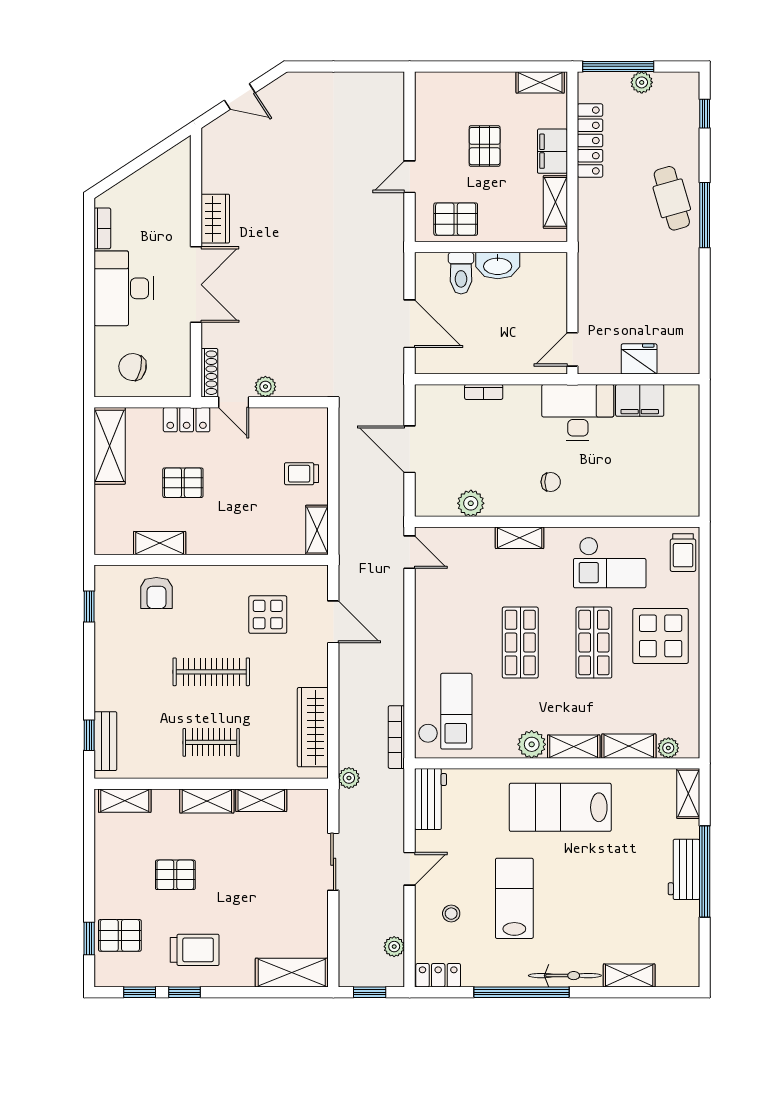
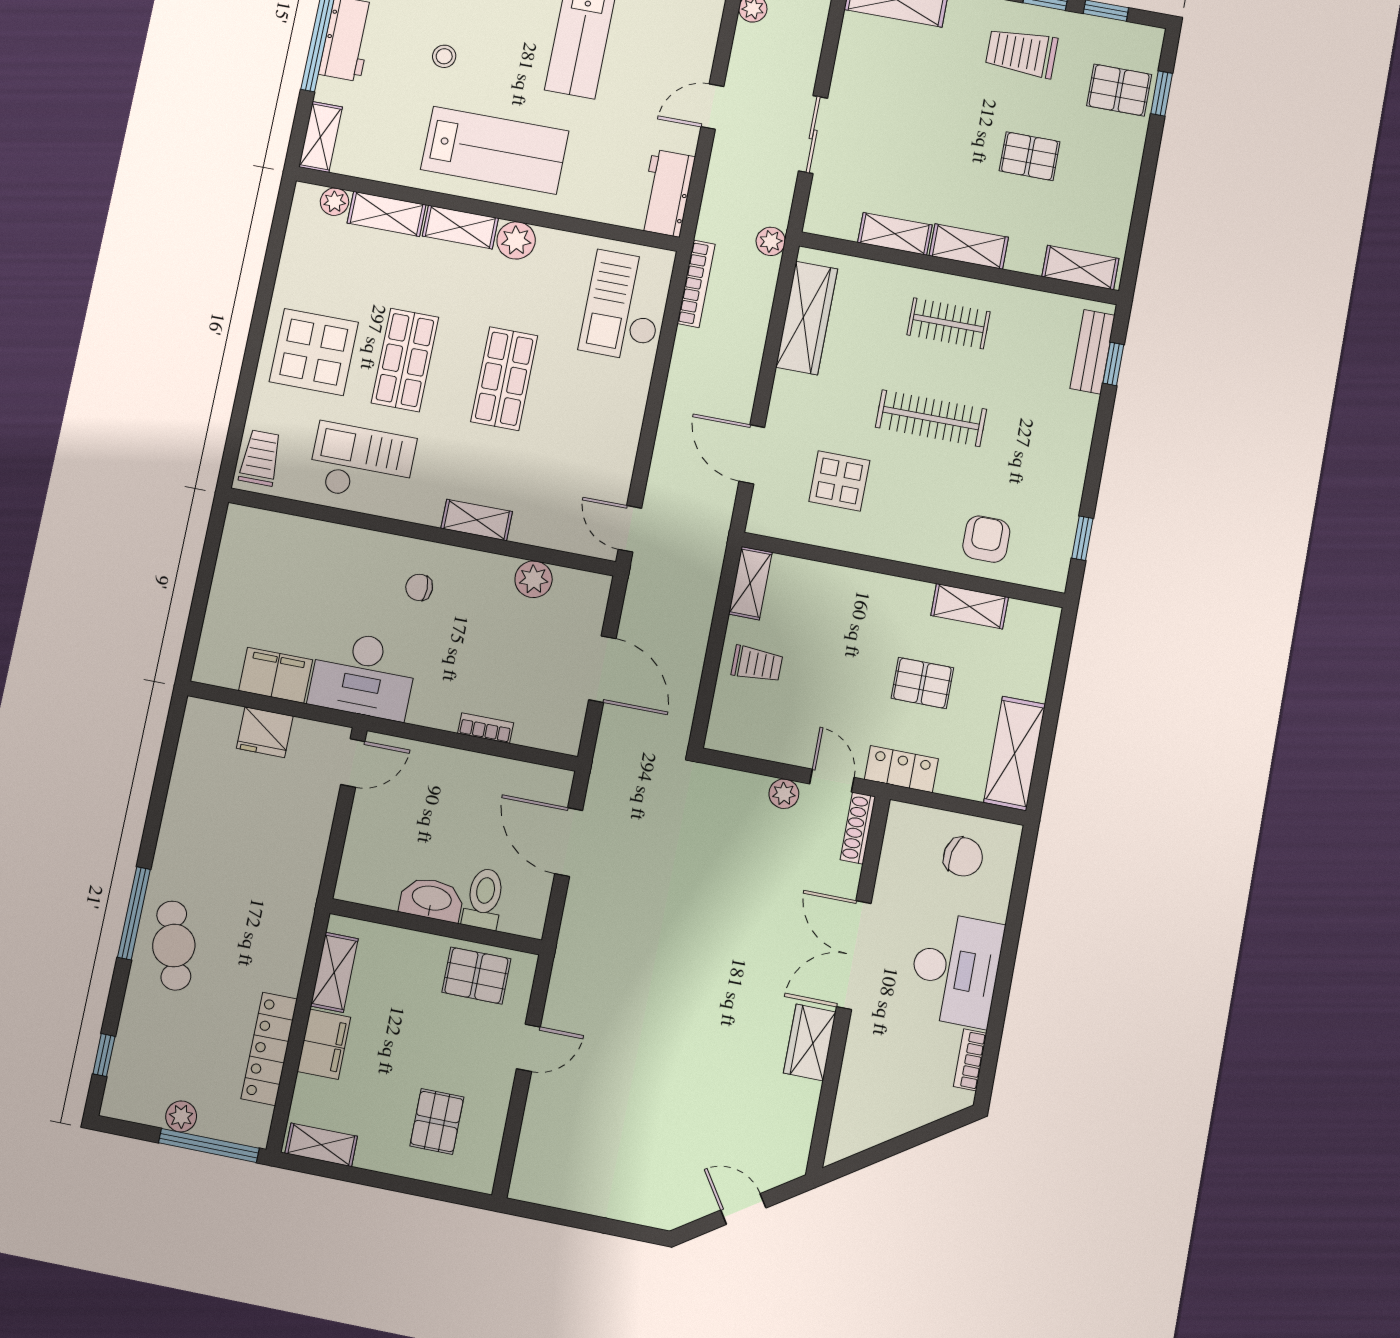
pallet: (485, 146) -> (437, 1122), moved
stool: (451, 914) -> (444, 56), moved

